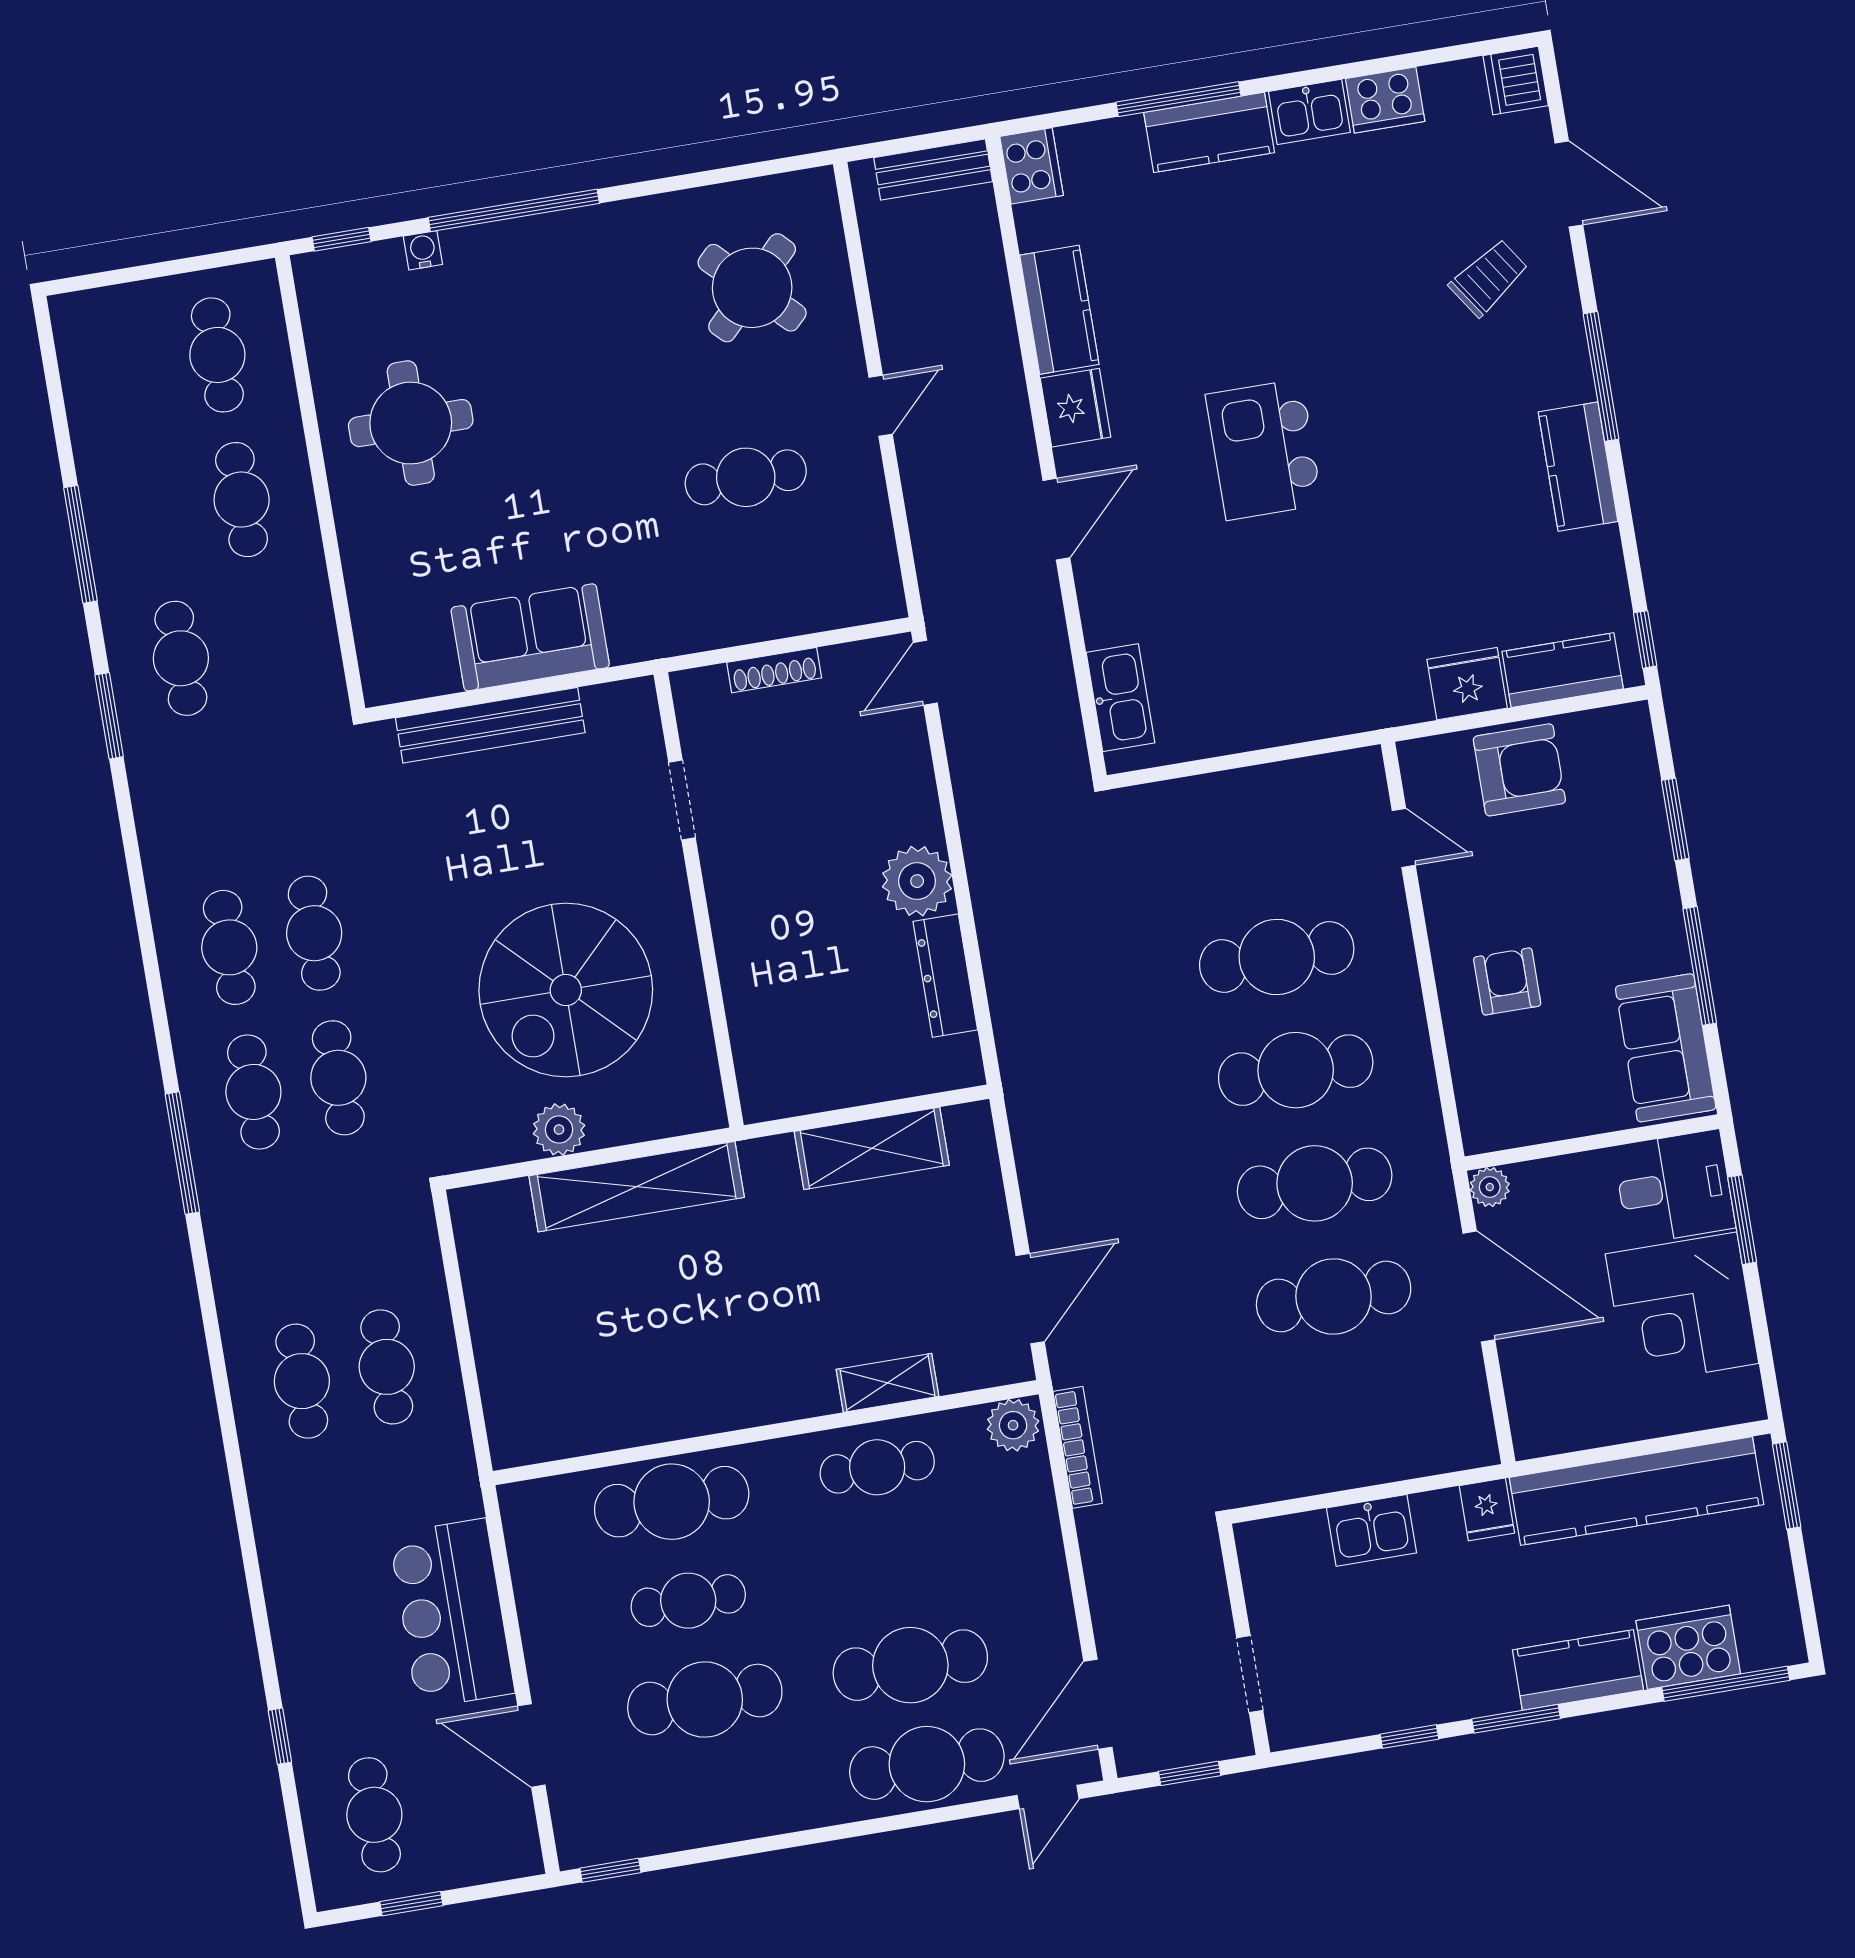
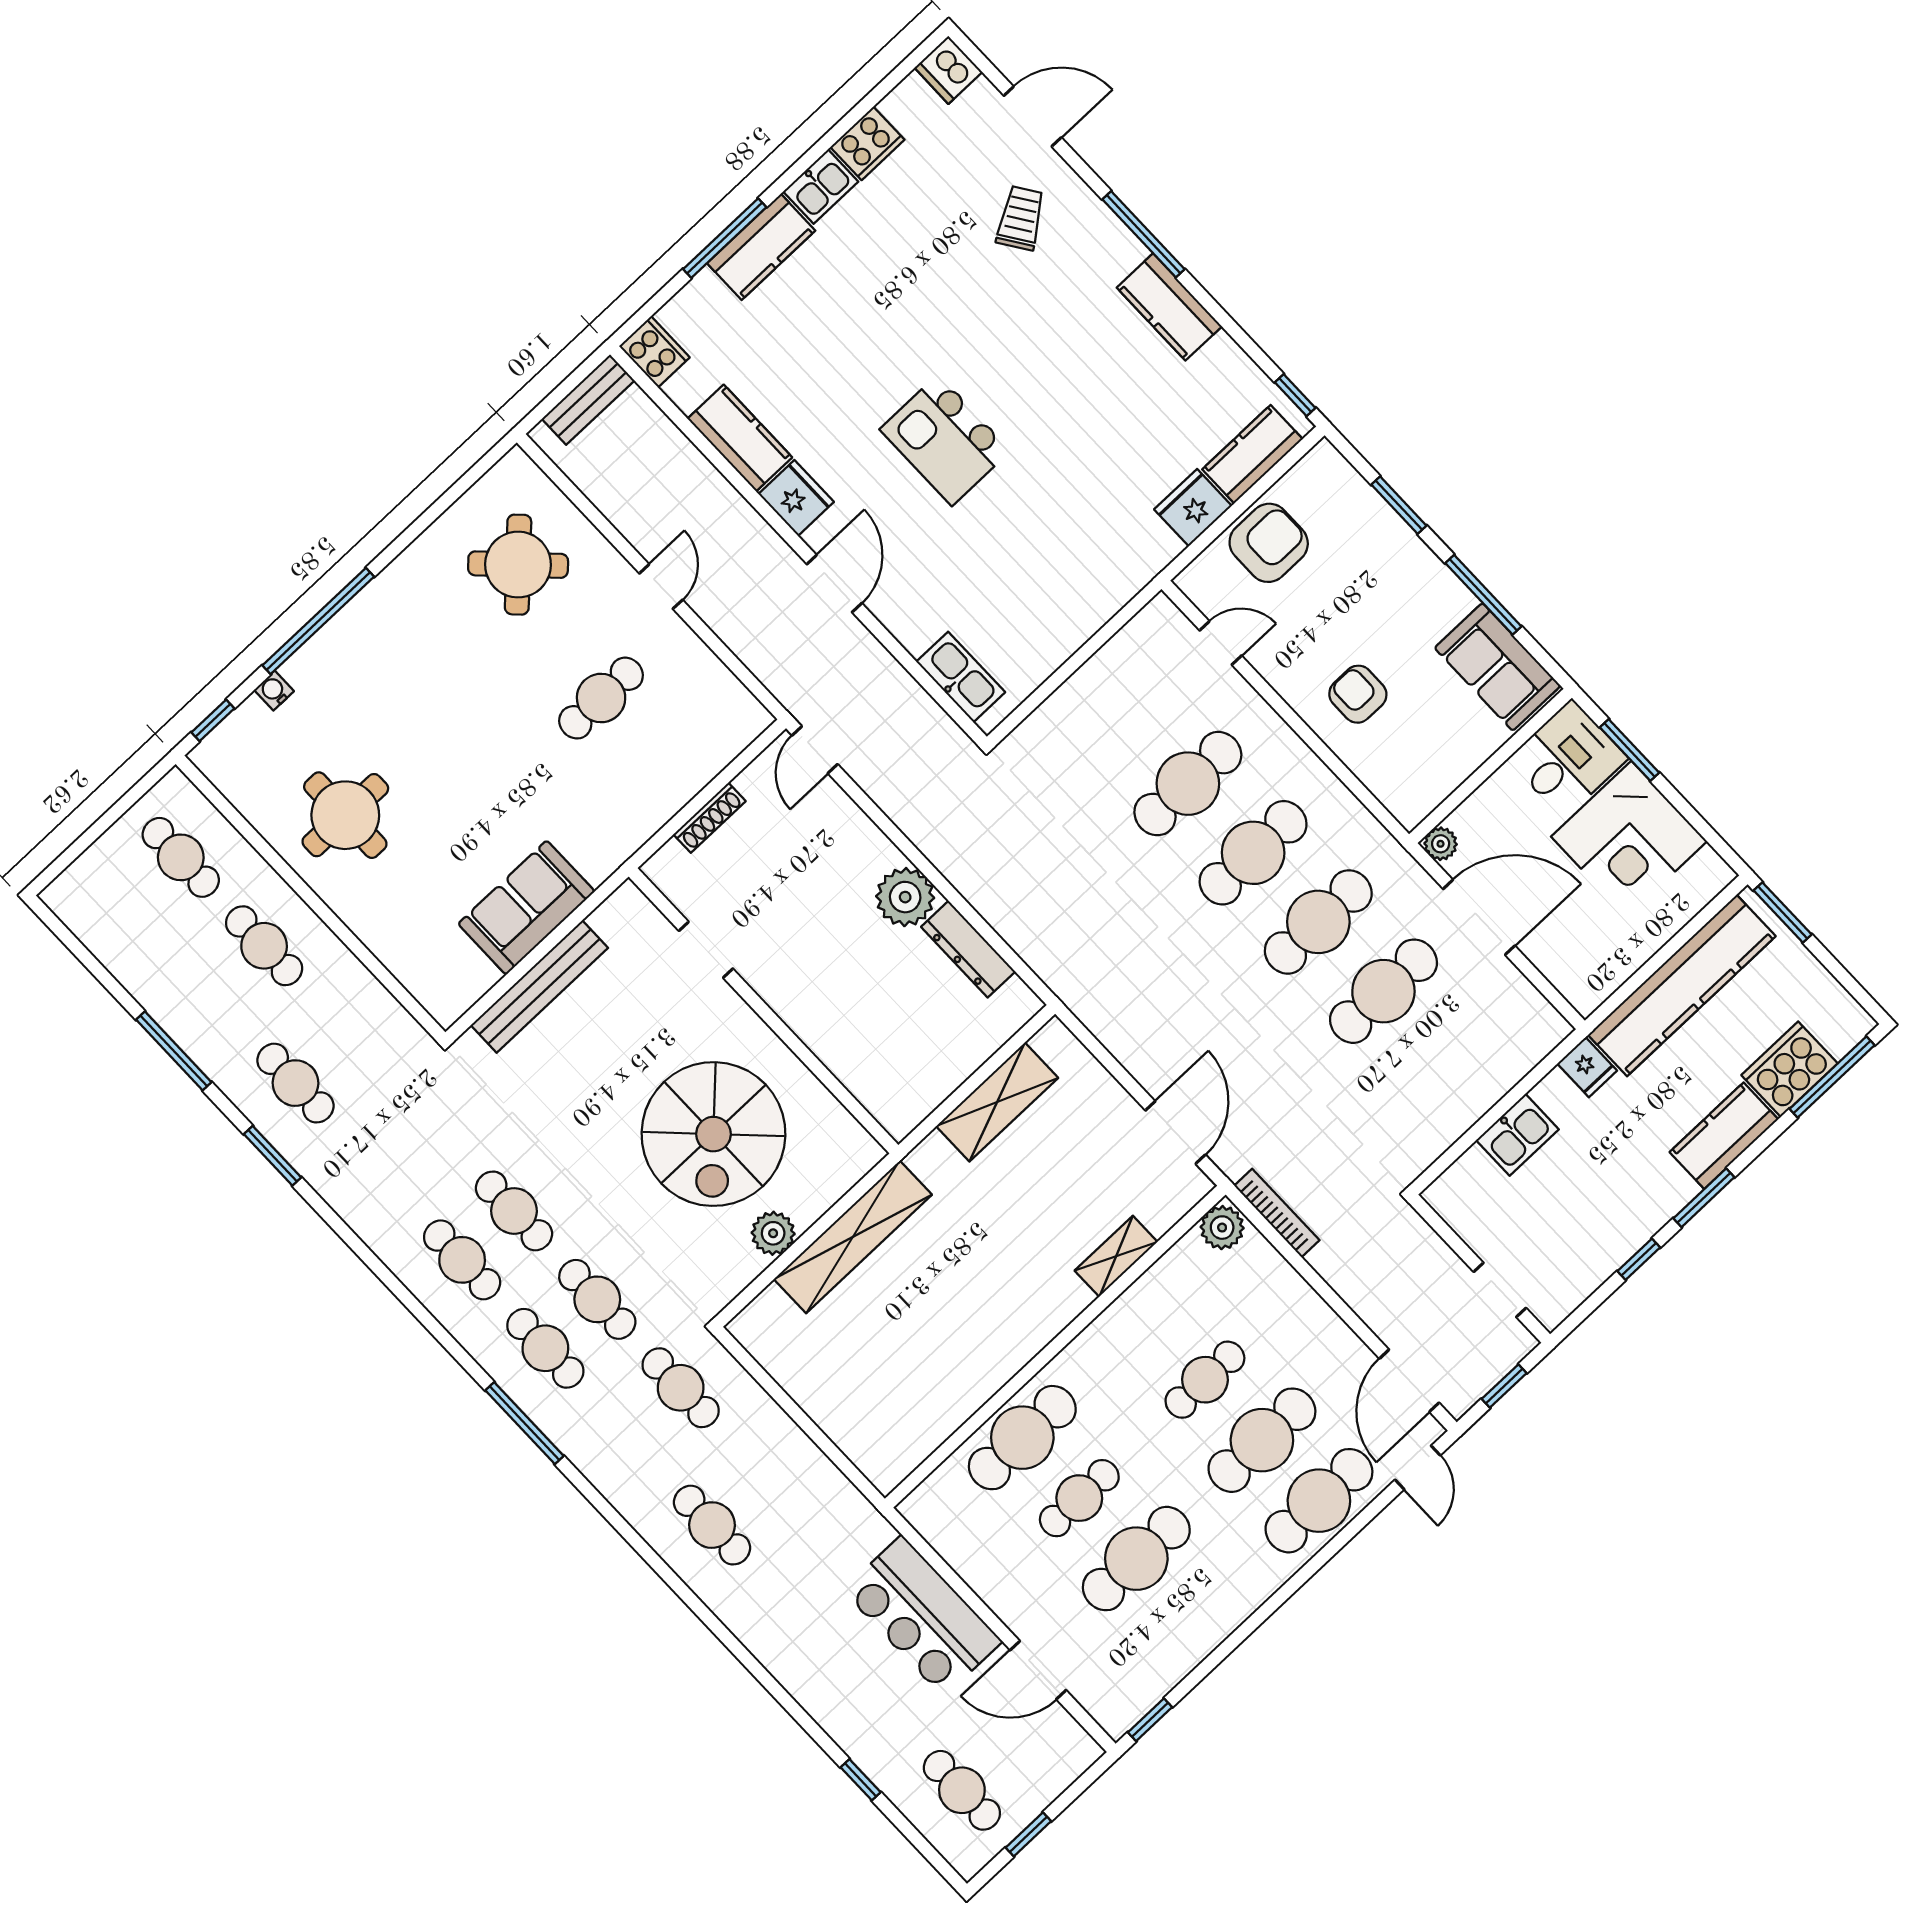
cafe table: (387, 1367) -> (681, 1388), moved
cafe table: (877, 1467) -> (1205, 1380), moved

